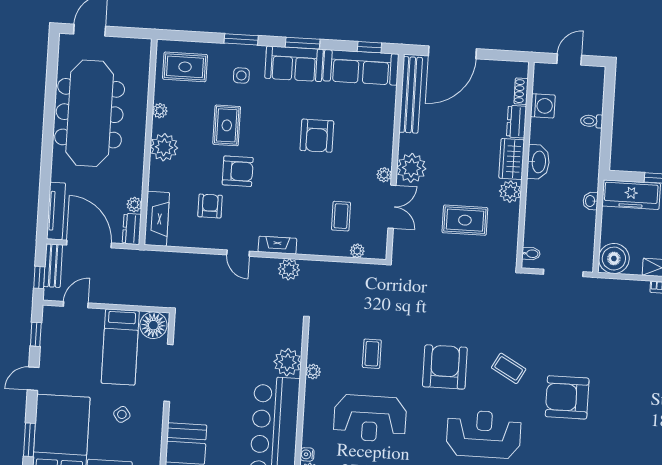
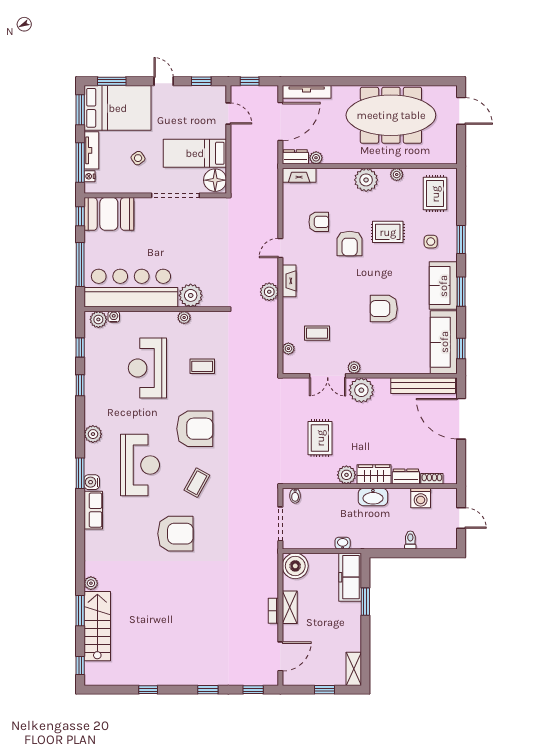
fireplace: (157, 219) -> (299, 175), width x0.73, depth x0.76
bench: (53, 266) -> (260, 92), removed
armchair: (567, 397) -> (175, 534), turned 90

